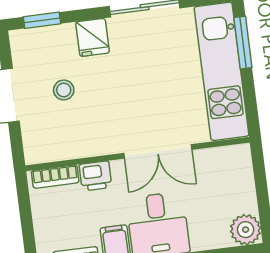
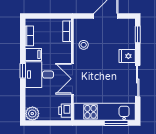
stool: (64, 90) -> (84, 45), moved
printer: (96, 176) -> (65, 111), moved

